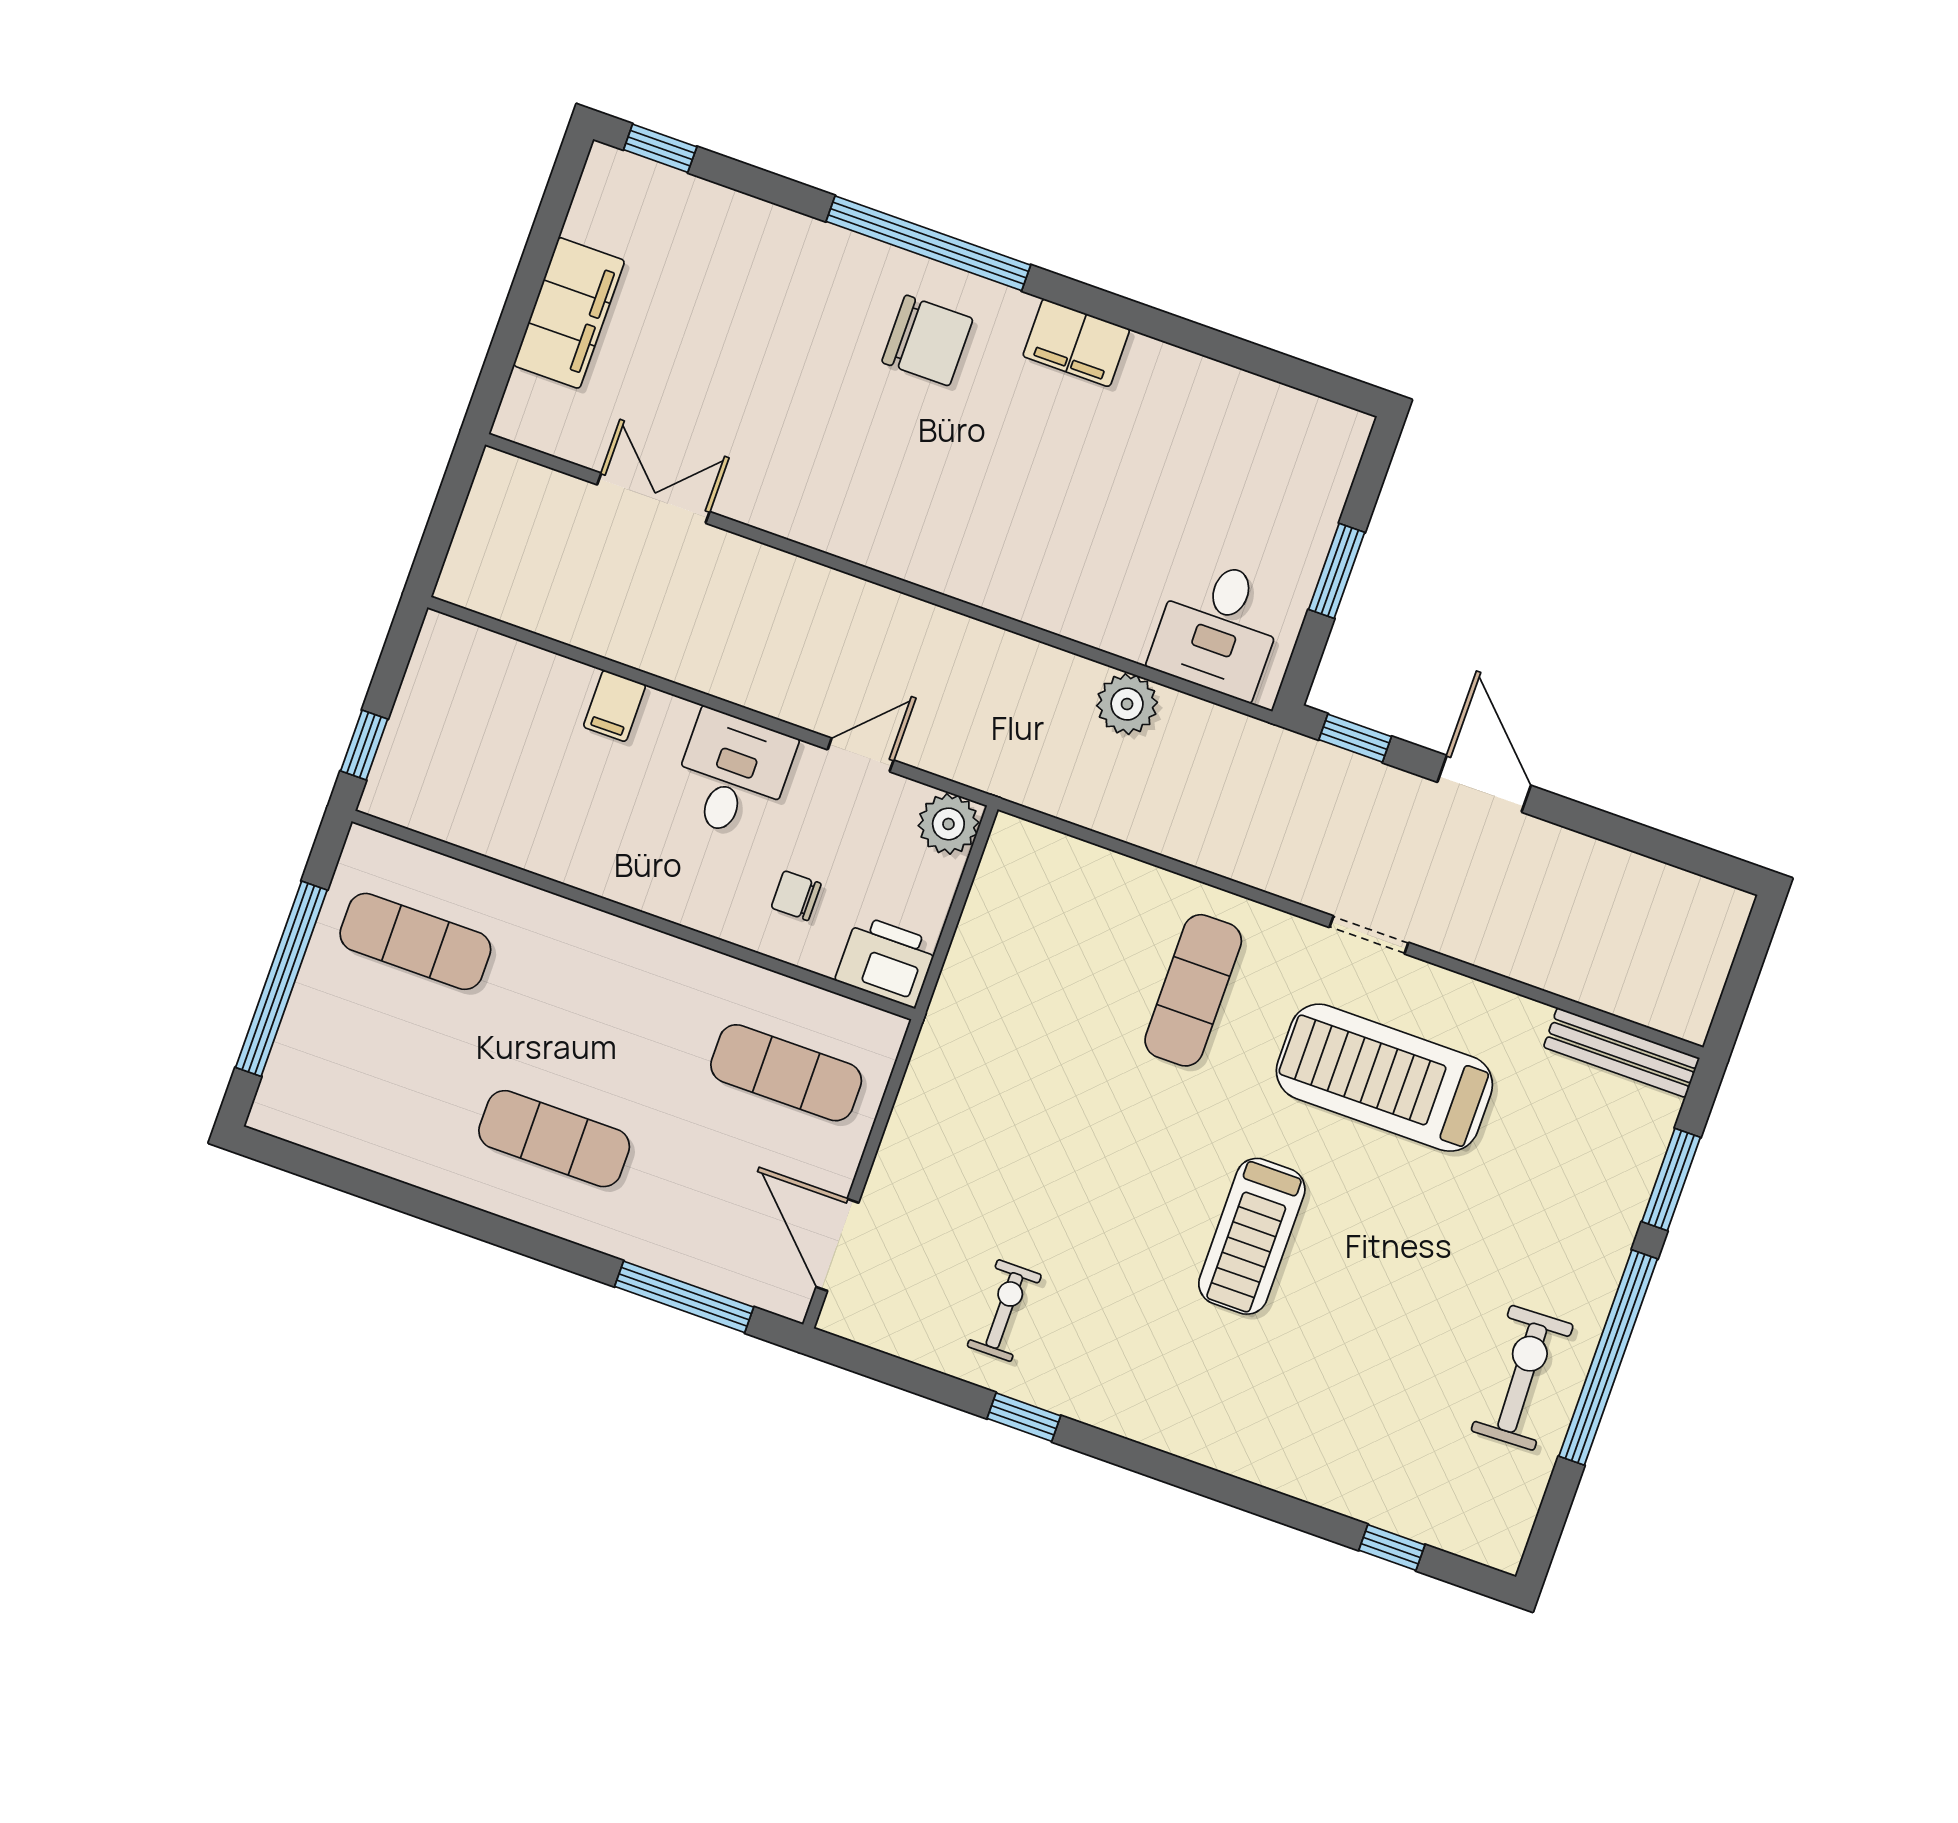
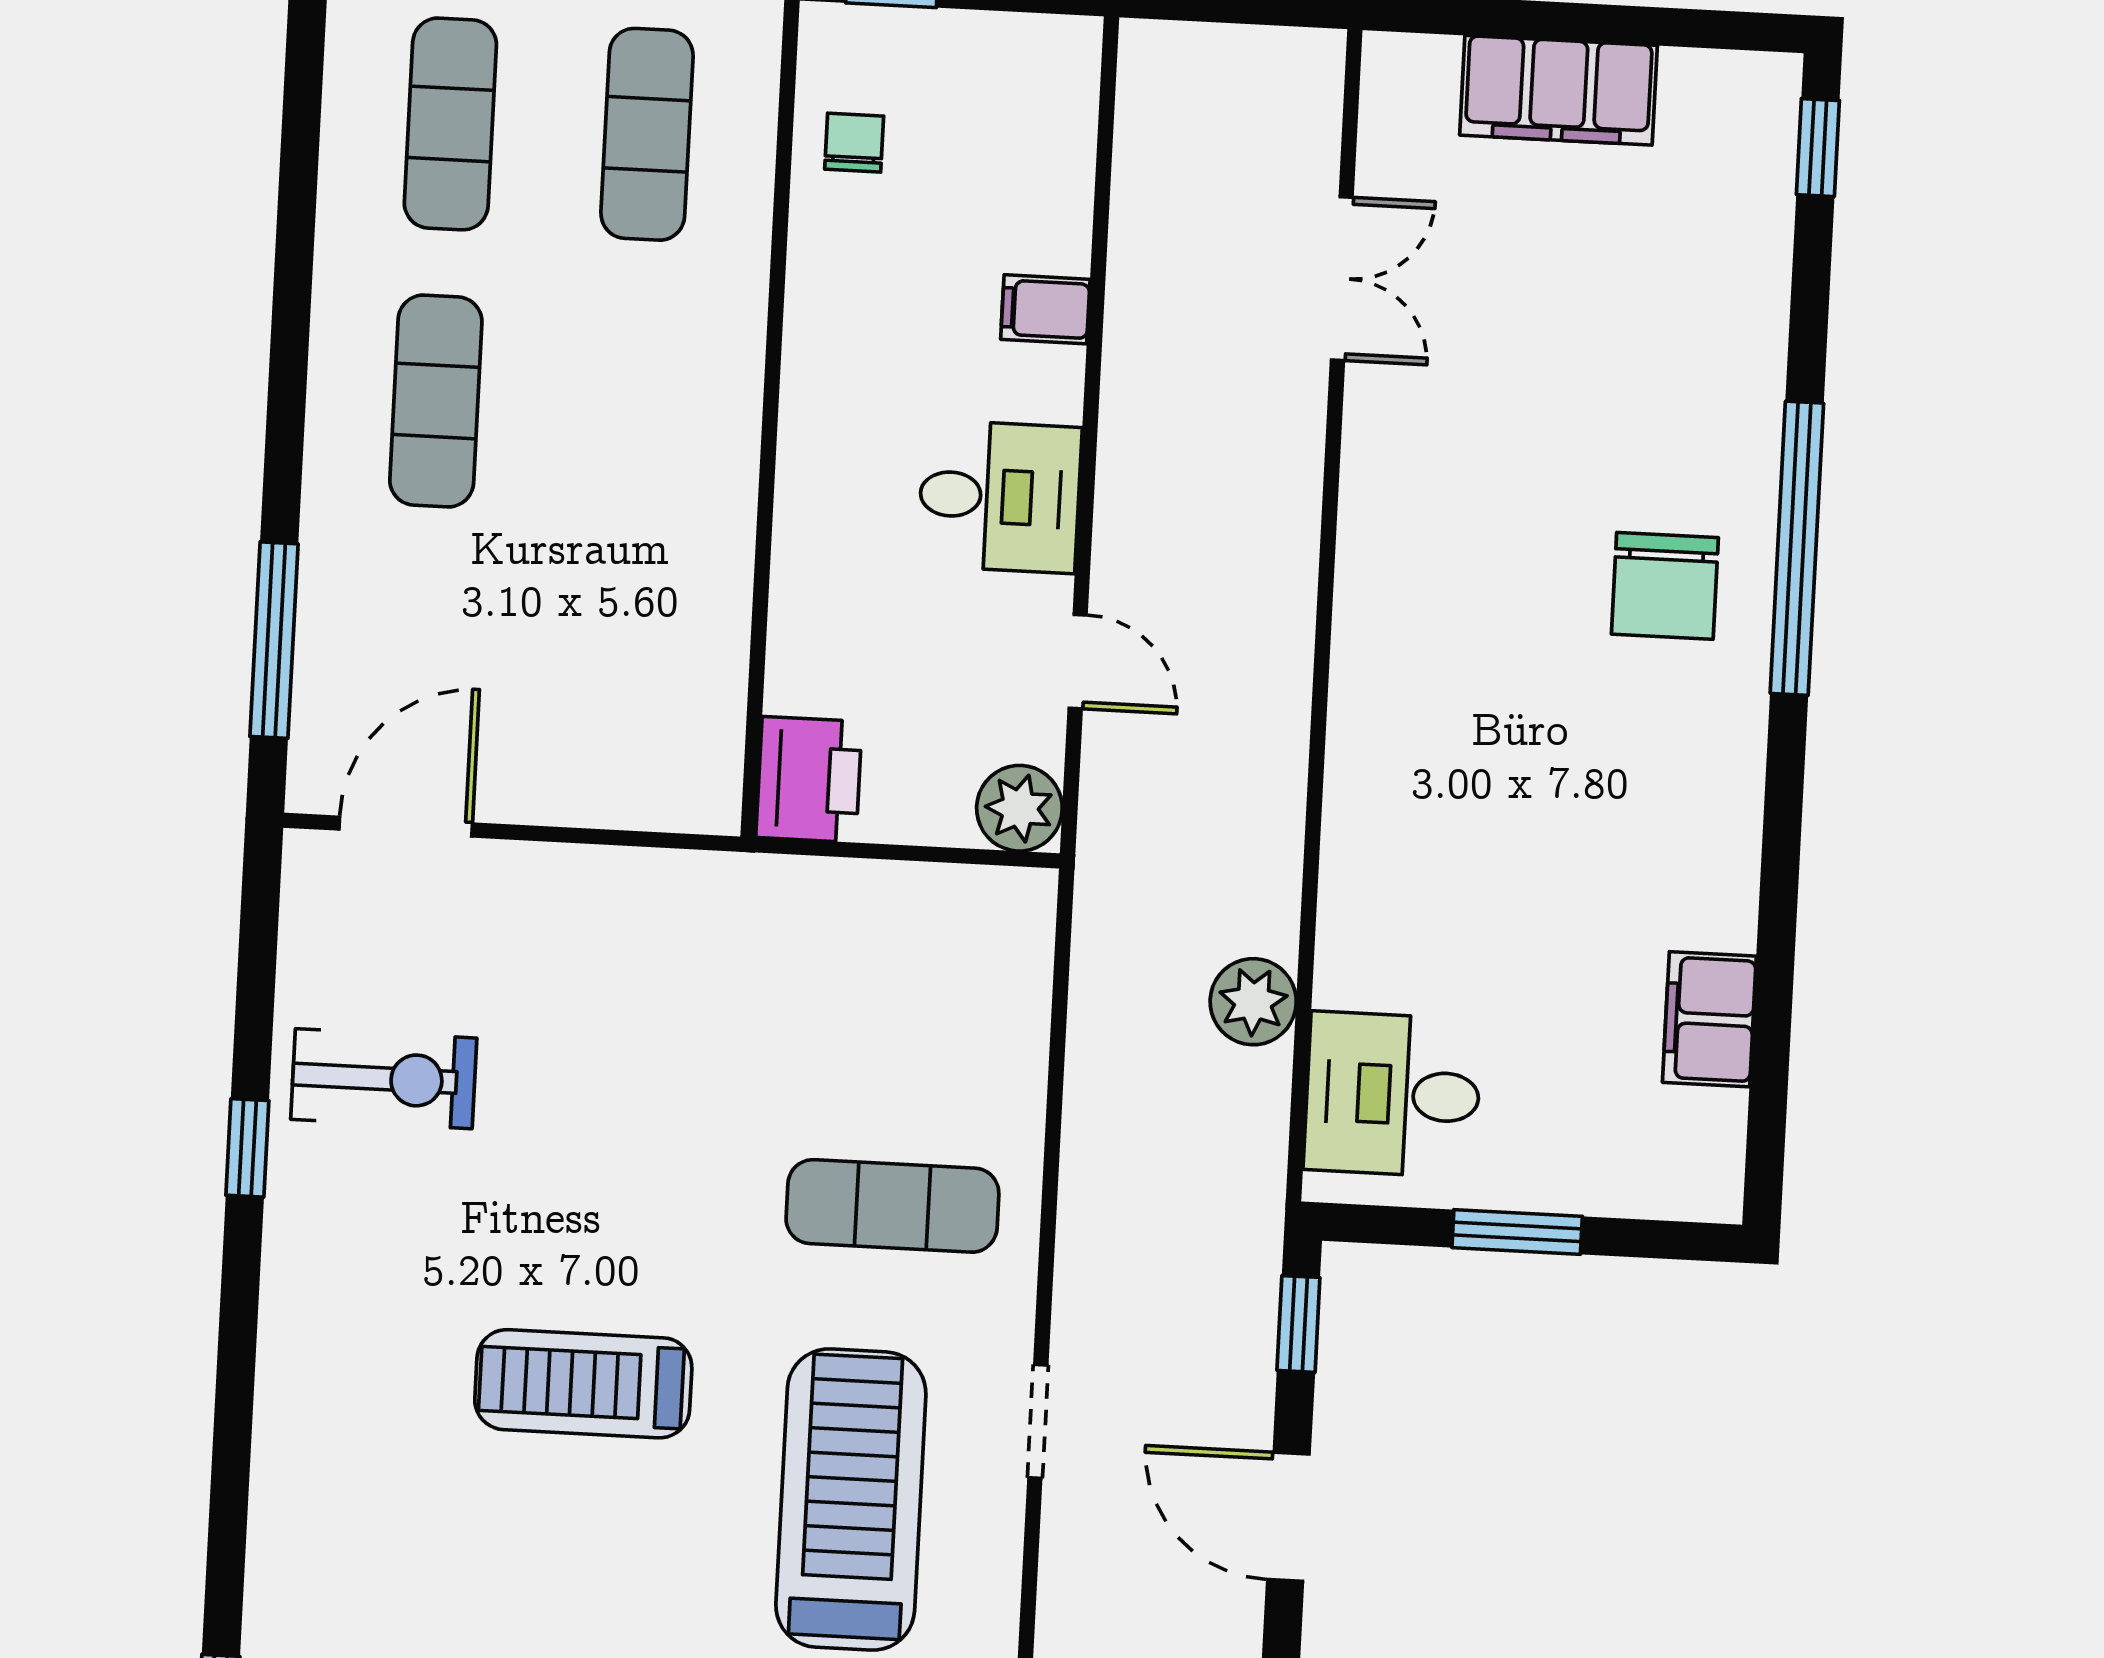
filing cabinet: (1076, 343) -> (1709, 1019), moved
door: (1484, 784) -> (1288, 1517), swing flipped
chair: (796, 896) -> (854, 143), moved
exercise mat: (786, 1073) -> (450, 124), moved
exercise bike: (1004, 1311) -> (384, 1079), width x1.38, depth x1.39

